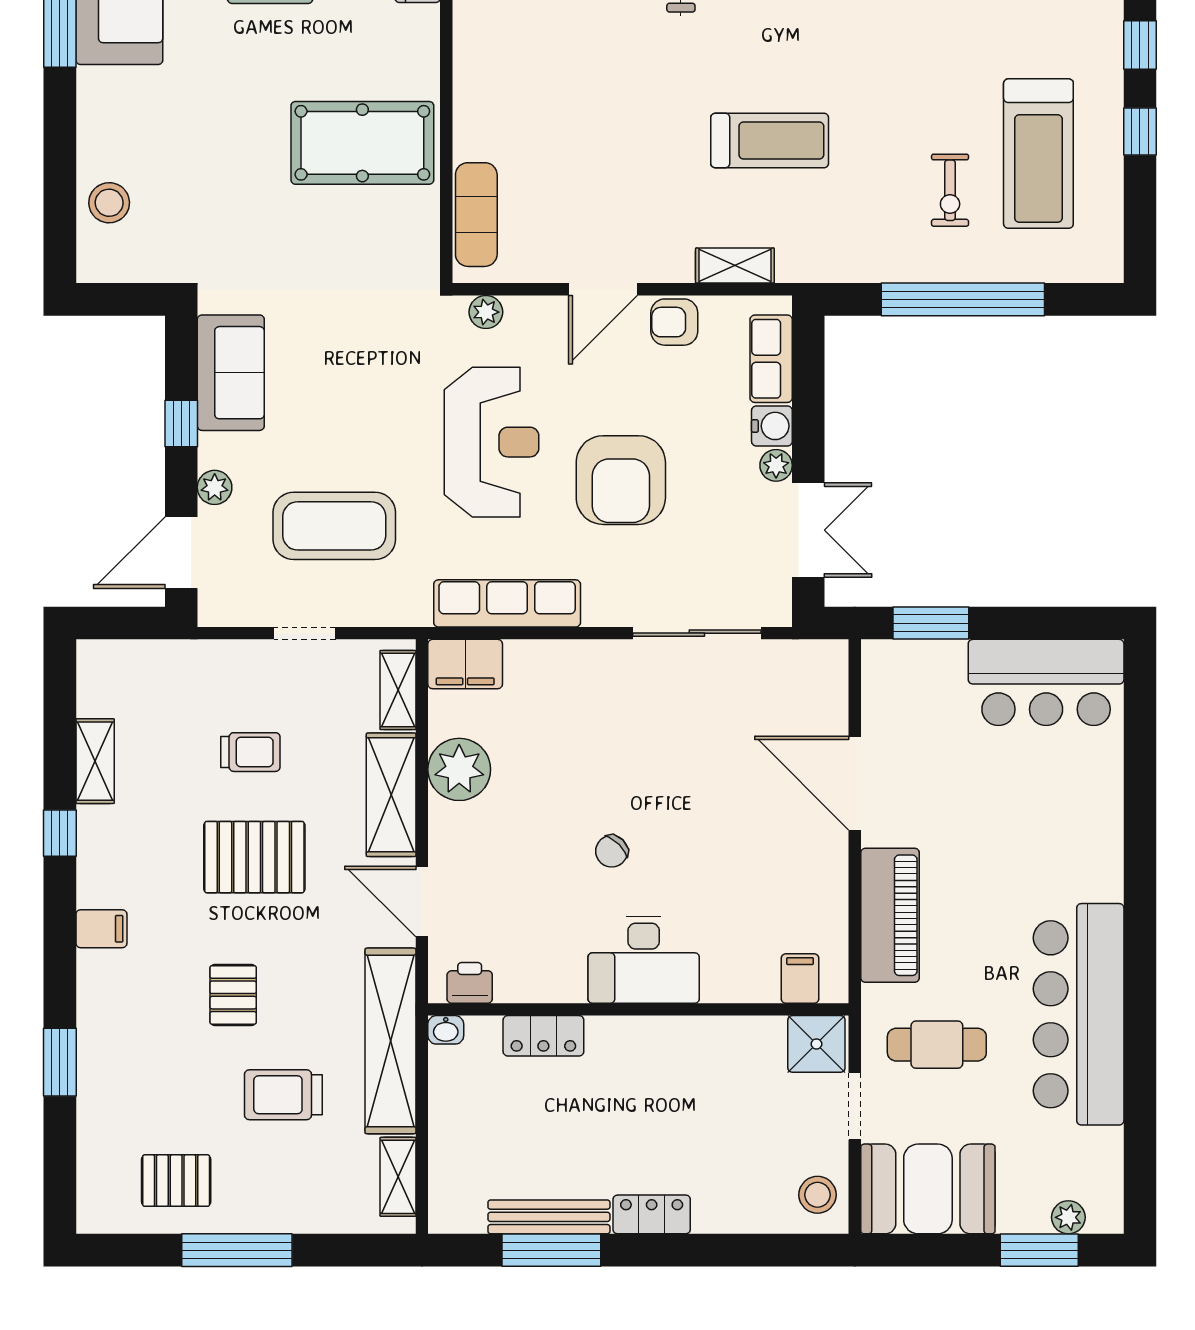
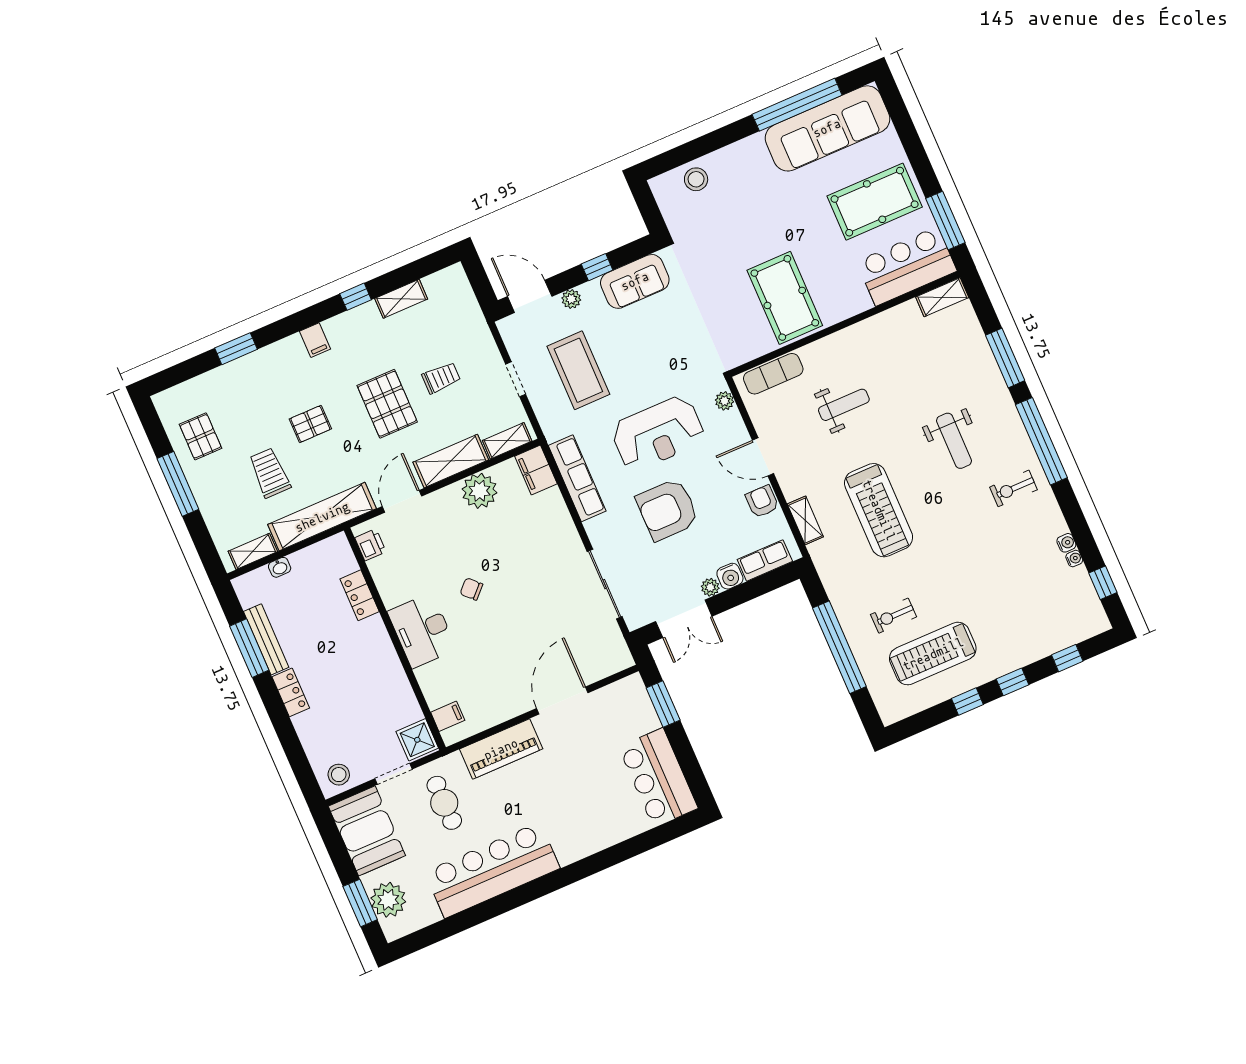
weight bench: (576, 123) -> (844, 405), added
treadmill: (770, 141) -> (879, 510), width x1.37, depth x1.38
trolley: (250, 752) -> (441, 378), turned -90
washbasin: (446, 1030) -> (280, 567), moved, turned -90
plant: (1068, 1217) -> (388, 900), width x1.88, depth x1.88

